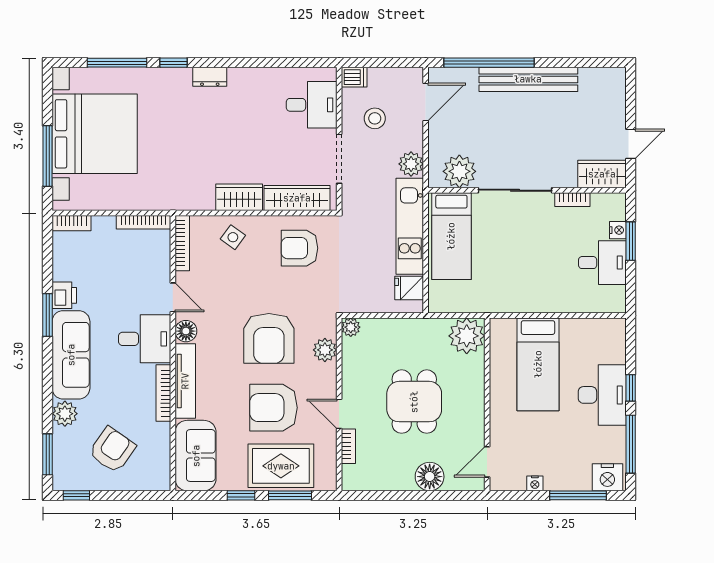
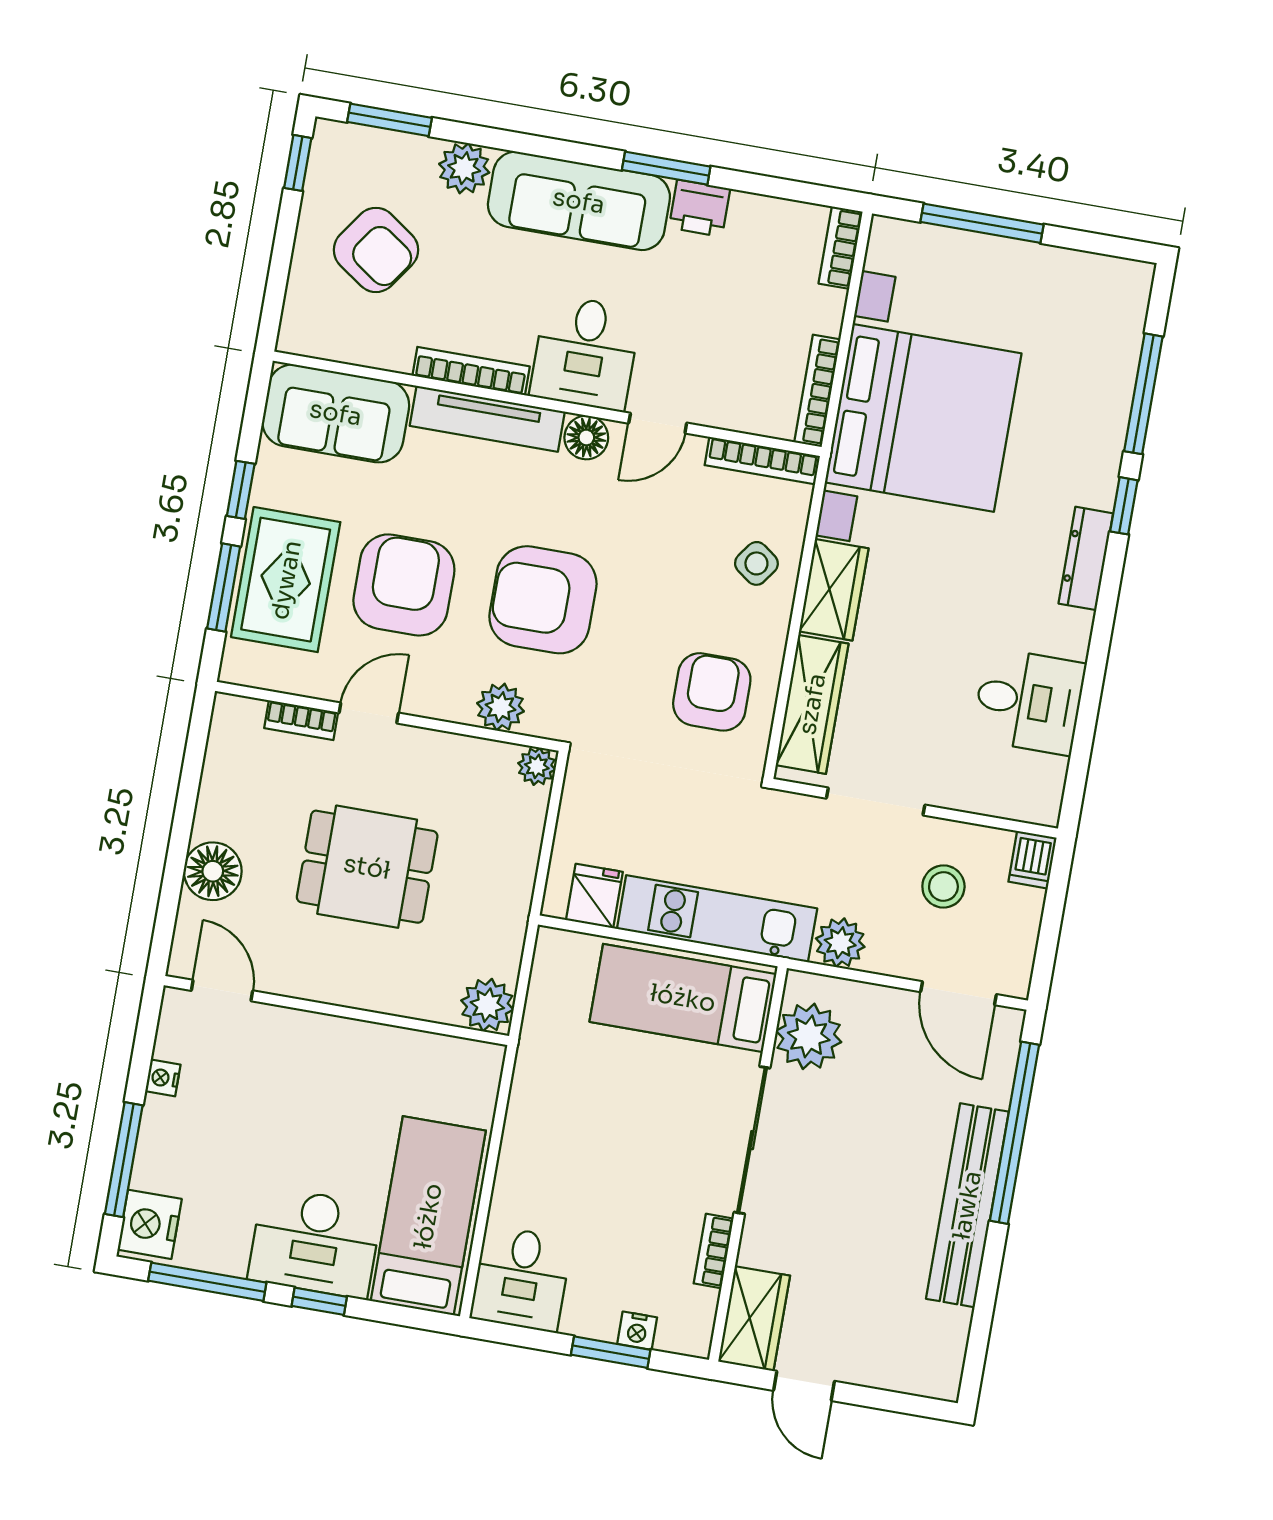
dresser: (210, 77) -> (1086, 558), width x1.44
desk: (312, 105) -> (1029, 701), moved, turned -90
bed with nightstands: (95, 134) -> (923, 418), moved, turned -90
desk: (602, 263) -> (521, 1279), moved
plant: (467, 336) -> (487, 1005), width x0.73, depth x0.73
bed: (538, 364) -> (428, 1216), moved, turned 90

